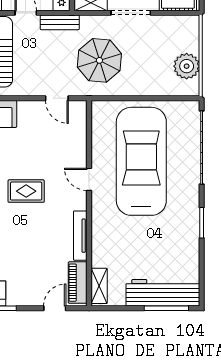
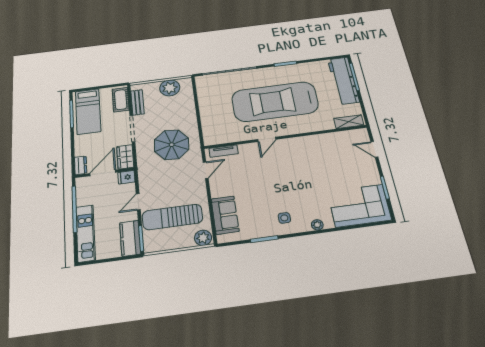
bench: (60, 22) -> (138, 102), moved
car: (141, 161) -> (275, 102), moved
rug: (26, 191) -> (285, 182), removed
tv unit: (80, 236) -> (224, 151), moved, width x0.71
piano: (78, 283) -> (350, 136), removed

